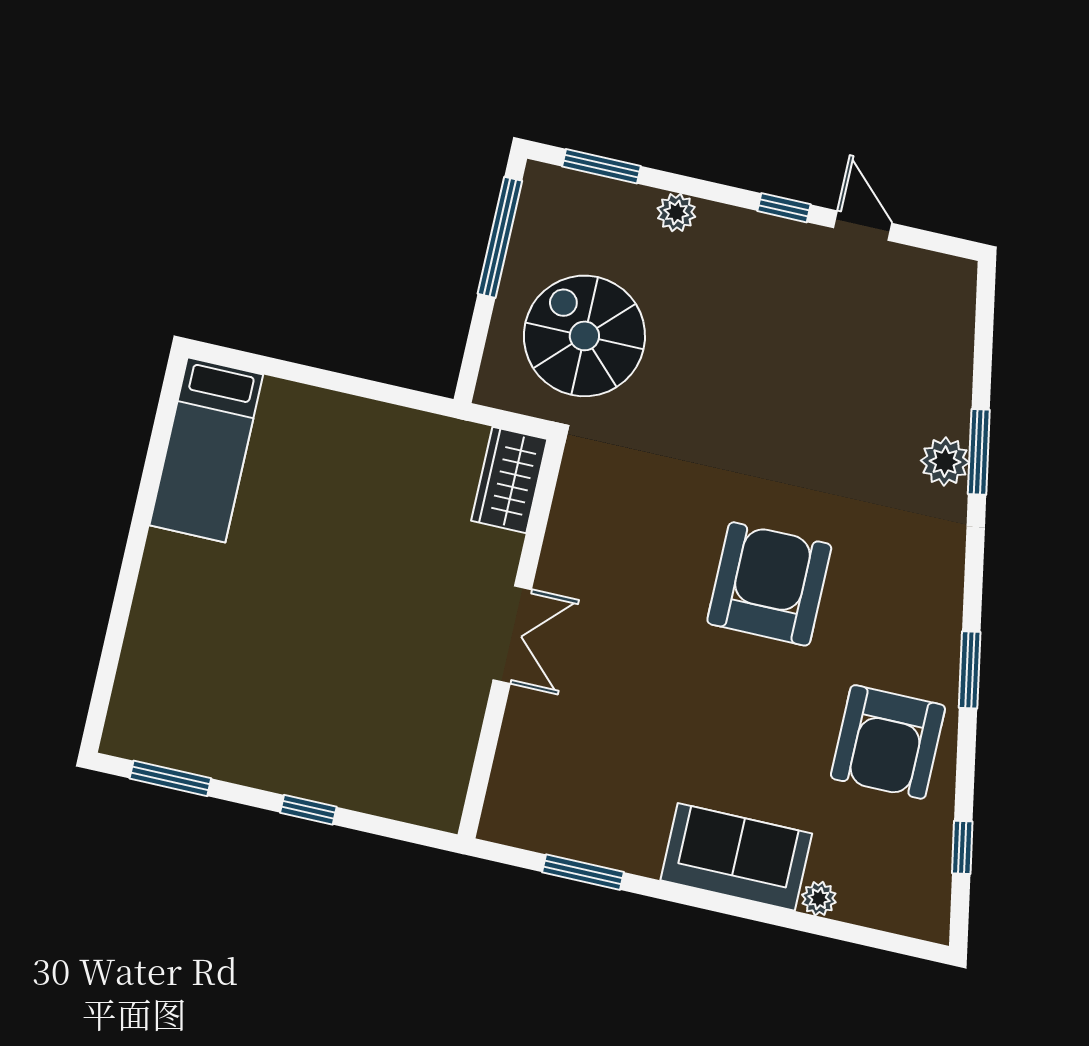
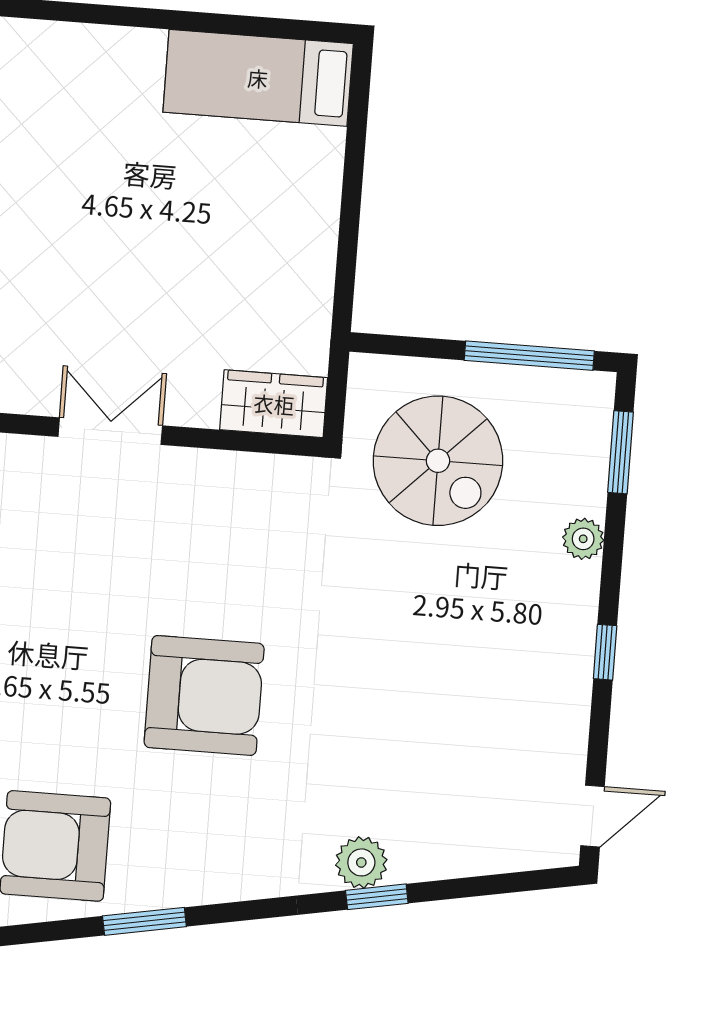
door: (863, 226) -> (592, 816), moved
spiral stairs: (584, 336) -> (438, 461), turned 90
window: (979, 452) -> (377, 897), width x0.67
double door: (512, 635) -> (110, 431), swing flipped

